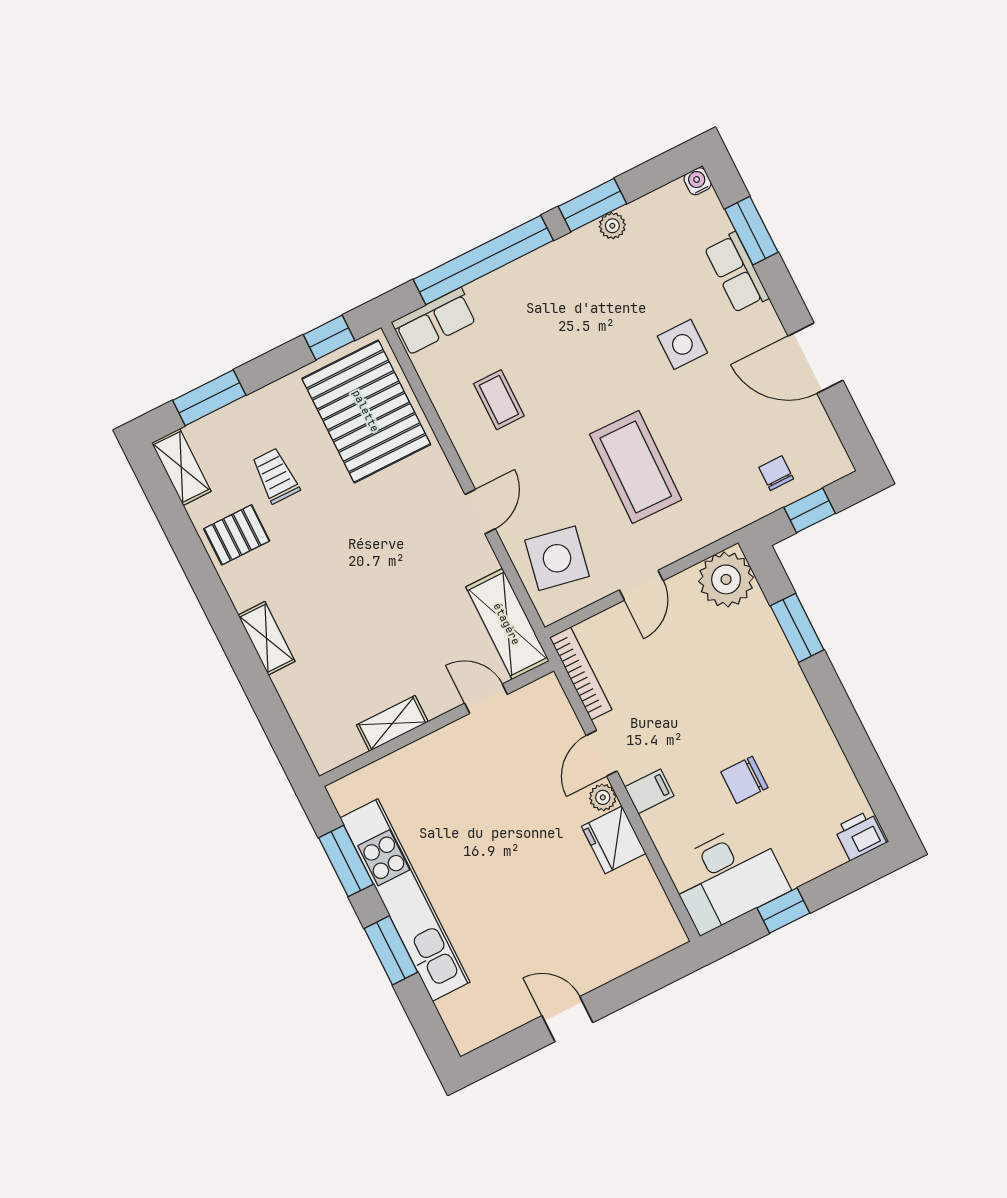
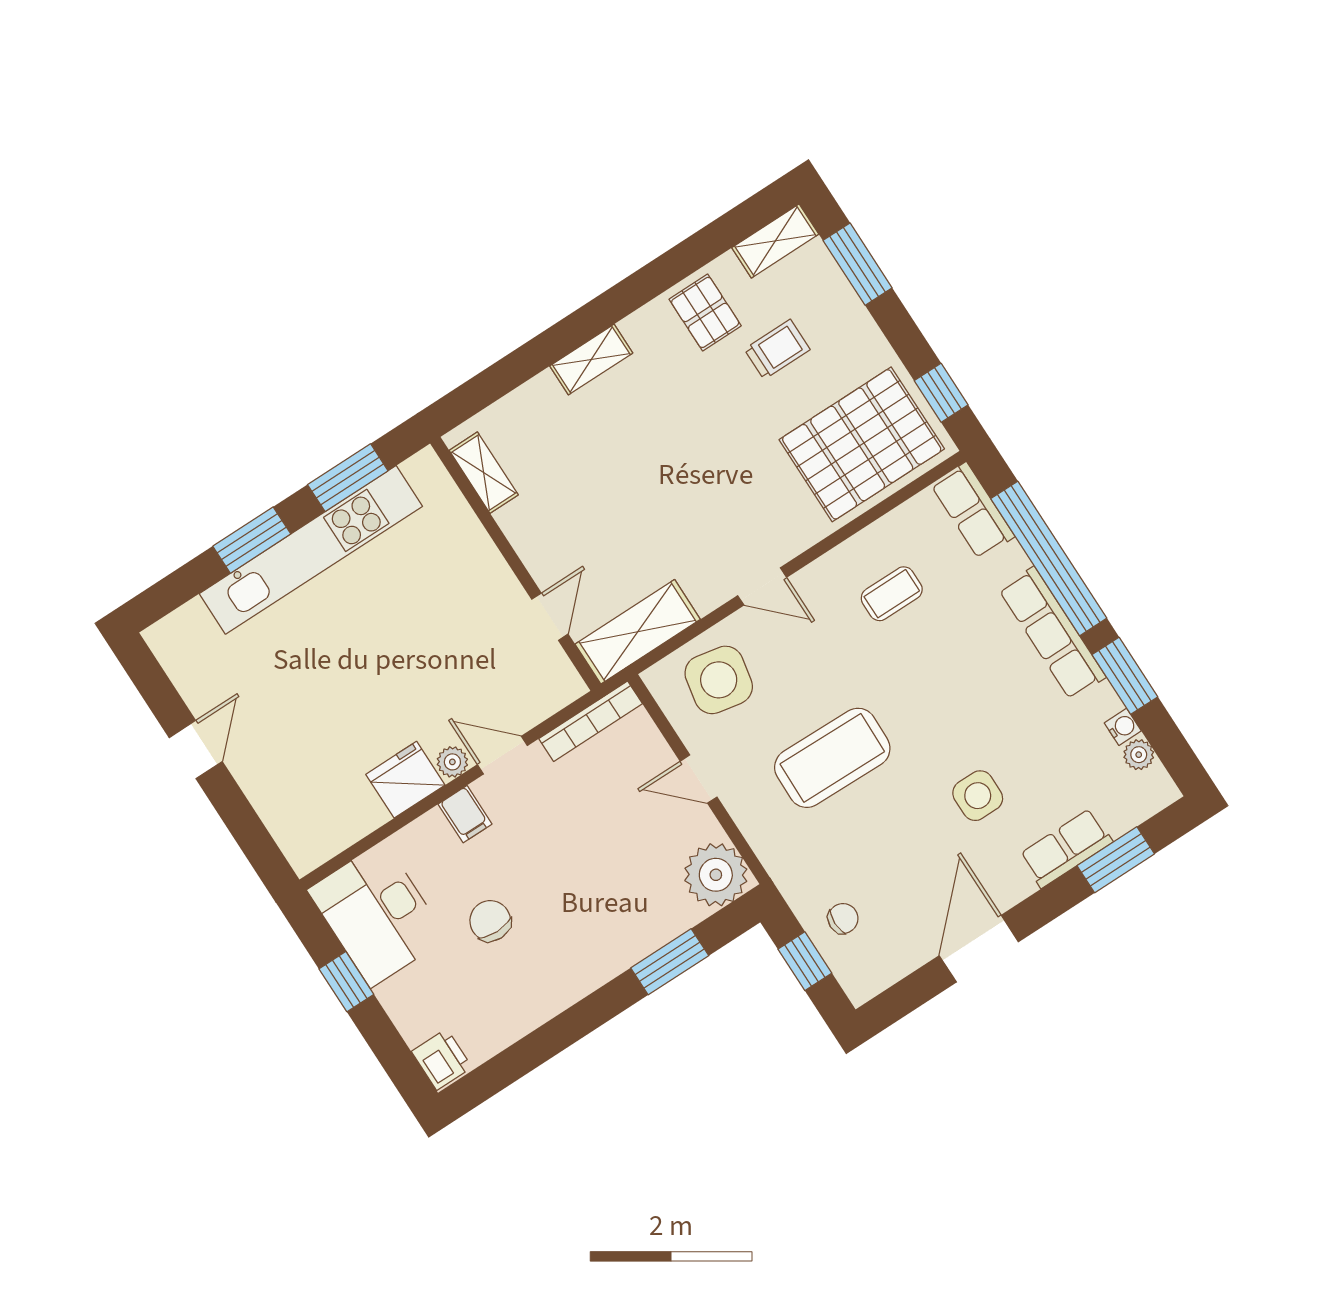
water cooler: (698, 181) -> (1123, 727), moved
plant: (612, 226) -> (1139, 755), moved
row of seats: (548, 264) -> (1052, 633), added
shelving: (392, 723) -> (484, 473), moved

